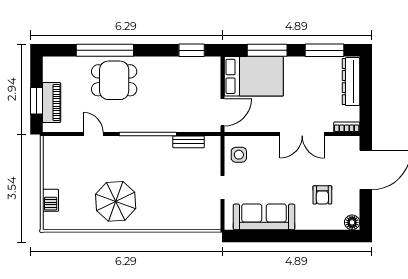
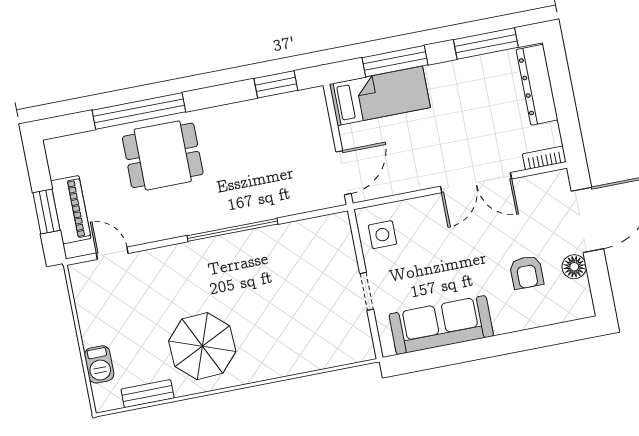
bed: (254, 76) -> (380, 96), width x0.67
door: (93, 134) -> (112, 253), moved
bench: (189, 142) -> (148, 394), moved
floor lamp: (352, 222) -> (574, 267), moved

